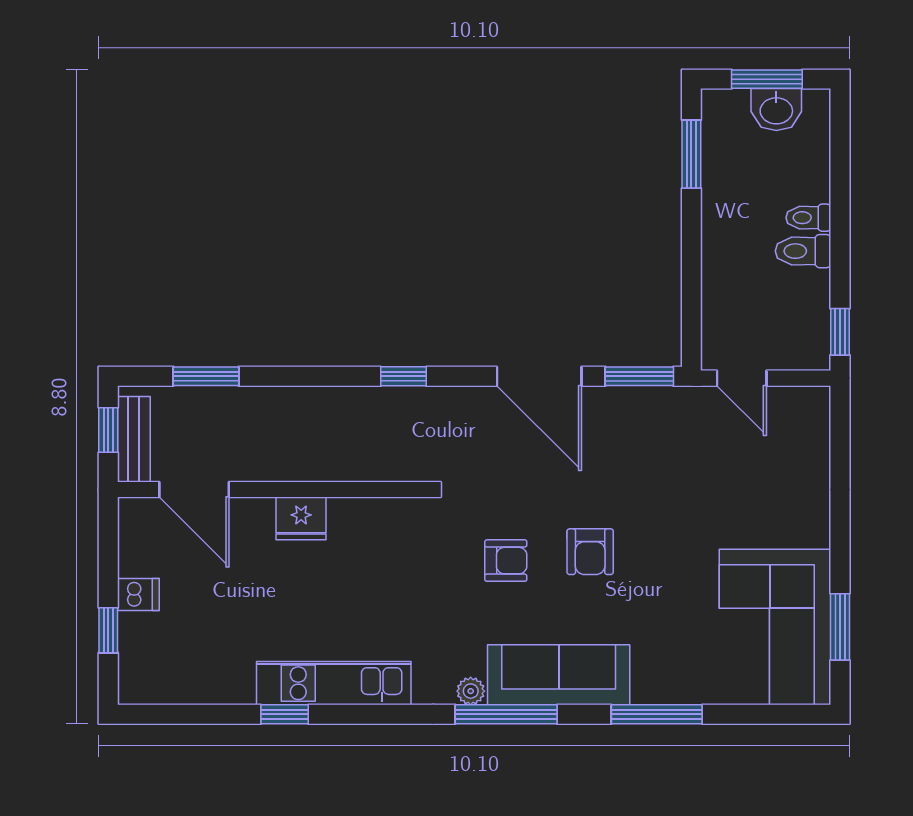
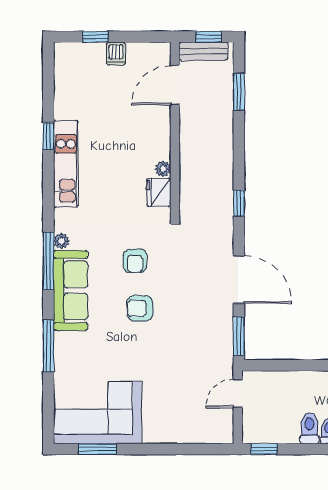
door: (539, 376) -> (239, 280), swing flipped
plant: (343, 511) -> (163, 169), added
fridge: (301, 518) -> (159, 192), moved

